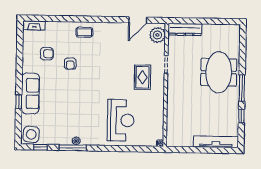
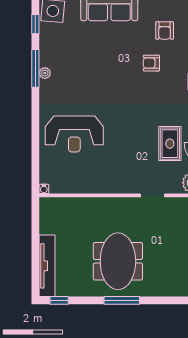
meeting table: (219, 72) -> (118, 261), moved, turned 90
rug: (143, 77) -> (170, 144), moved, turned 90
window: (241, 116) -> (59, 300), moved

